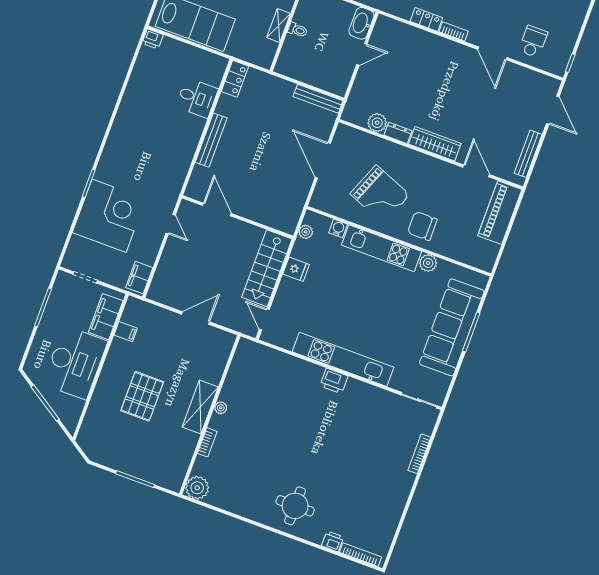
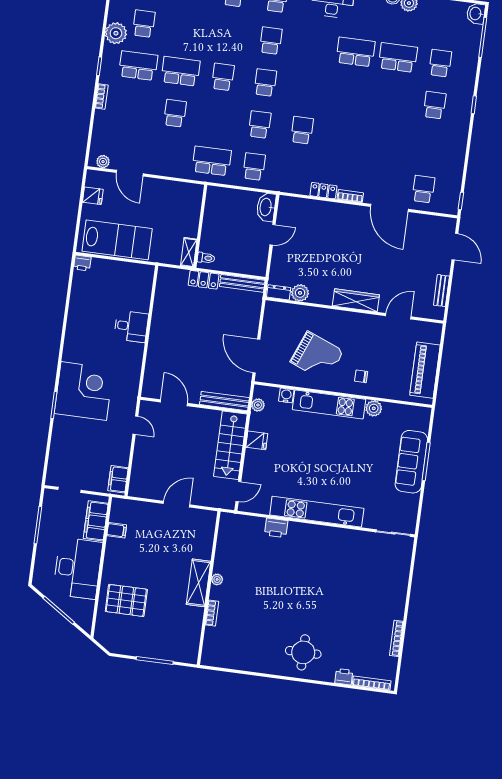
shelving: (279, 25) -> (189, 252), moved
toilet: (298, 30) -> (206, 258), moved
door: (492, 53) -> (389, 208), width x1.36
locker: (235, 79) -> (204, 280), moved, turned 90
desk: (197, 98) -> (131, 326), moved
dresser: (398, 133) -> (279, 292), moved
bench: (211, 140) -> (224, 401), moved, turned 90
bench: (528, 154) -> (441, 291), width x0.73
door: (323, 160) -> (256, 356), moved
door: (476, 171) -> (398, 316), hinge flipped
piano: (500, 213) -> (425, 370), moved
corner desk: (109, 216) -> (84, 391), moved
chair: (422, 226) -> (361, 376), width x0.54, depth x0.54
door: (264, 319) -> (238, 492), swing flipped
sofa: (452, 327) -> (411, 462), width x0.74, depth x0.79
printer: (334, 381) -> (276, 528), moved
pallet: (142, 396) -> (126, 600), moved, turned 90
bookcase: (419, 454) -> (396, 638), moved
plant: (197, 488) -> (212, 656), removed

